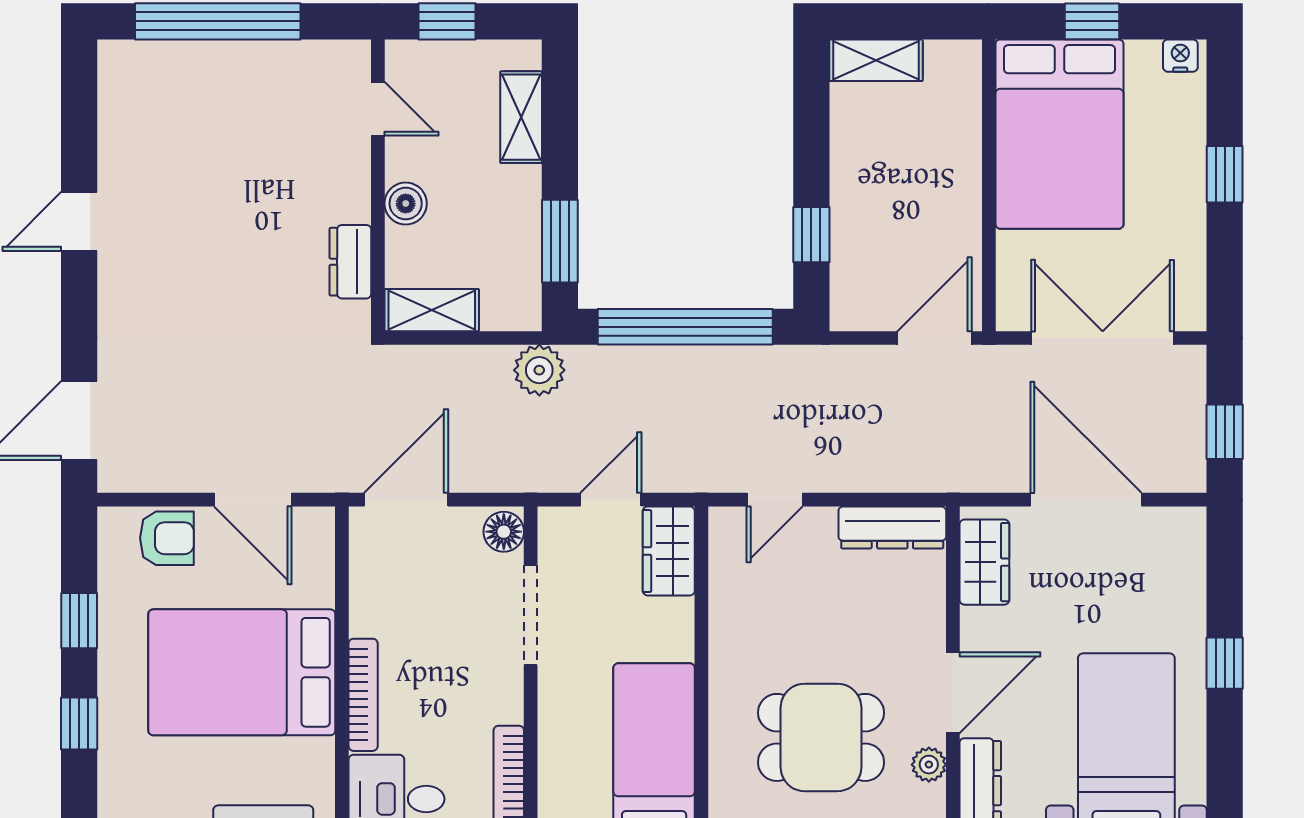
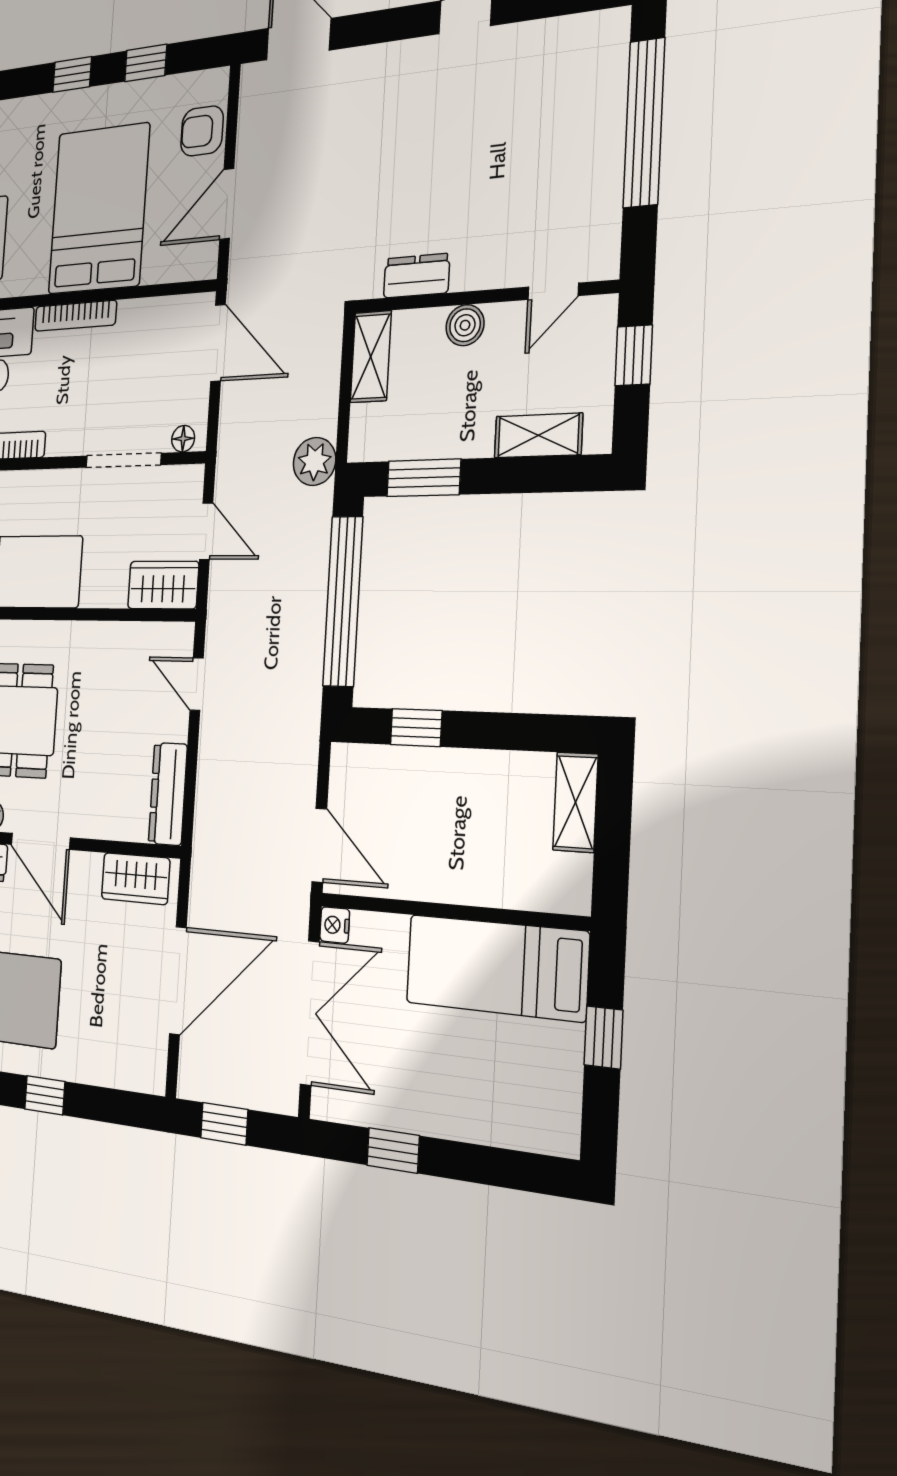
nightstand: (1180, 56) -> (335, 925), moved, turned 180
bed: (1059, 134) -> (496, 968), width x0.67
window: (1225, 174) -> (393, 1151), moved
floor lamp: (504, 532) -> (183, 439), width x0.73, depth x0.73
armchair: (167, 538) -> (202, 131), turned 90

